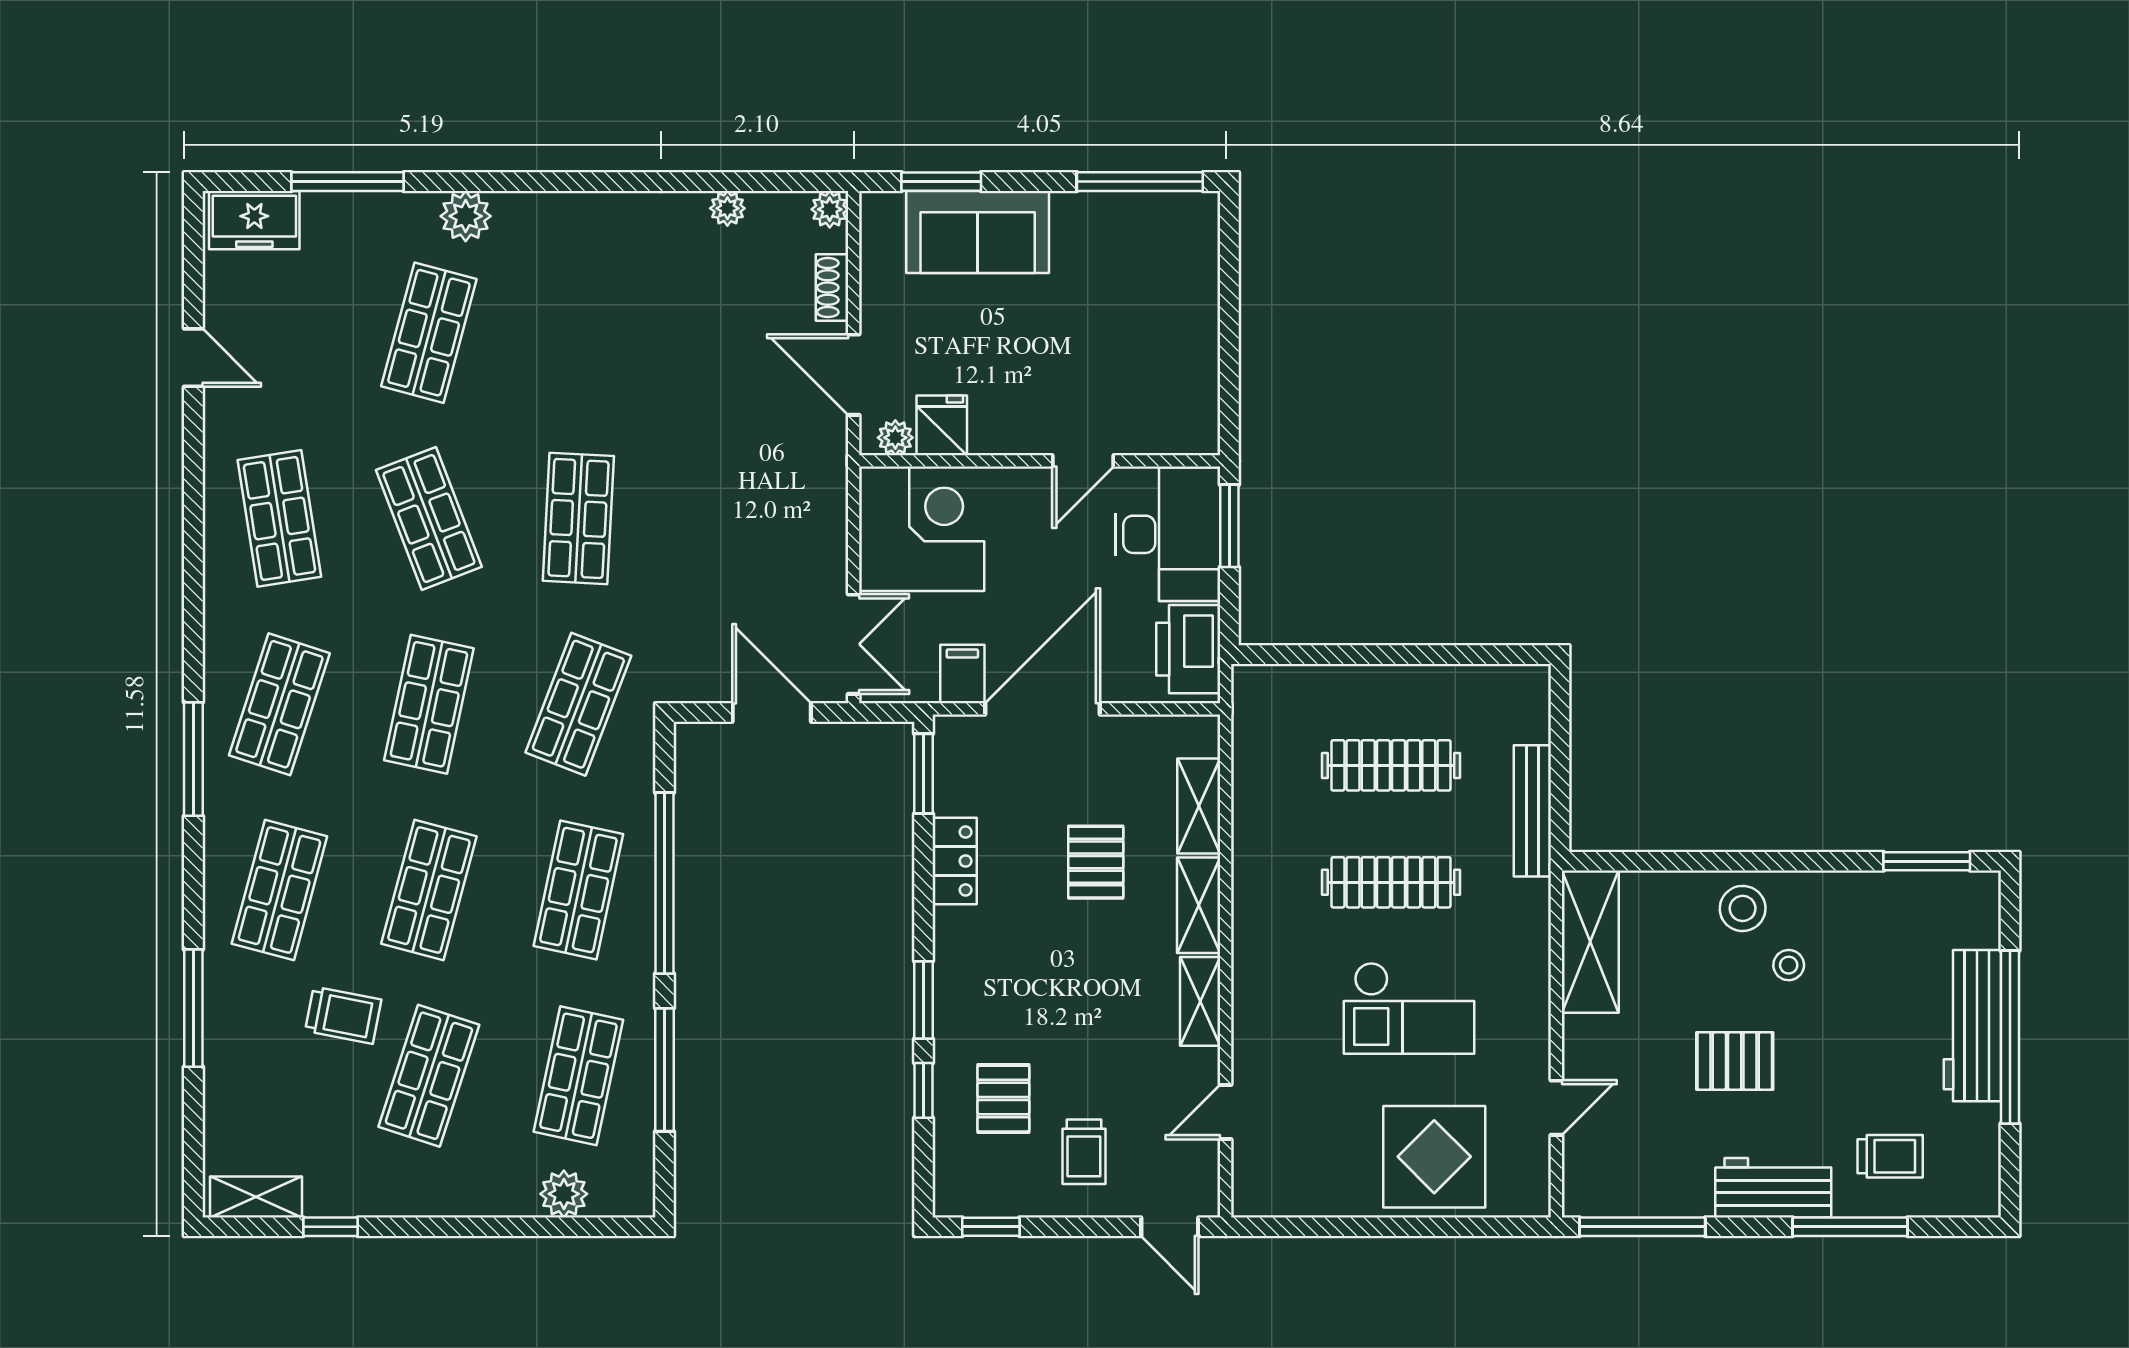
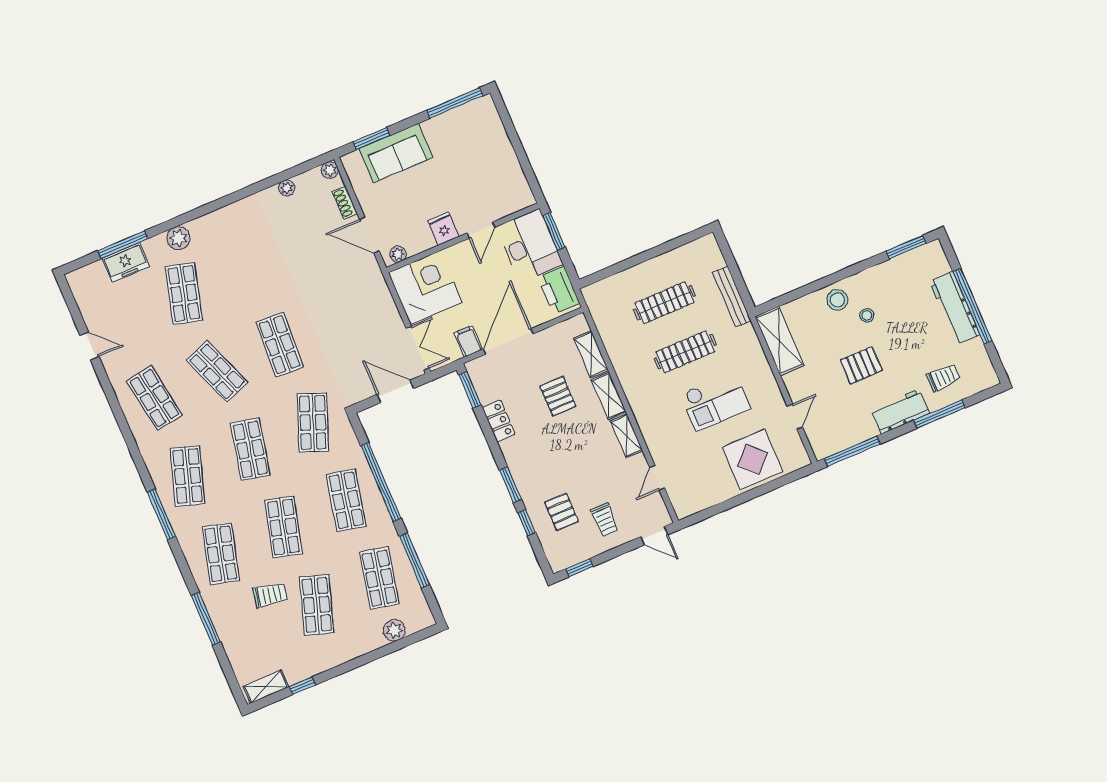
freezer: (254, 220) -> (126, 262), moved
fridge: (942, 425) -> (443, 229), moved

